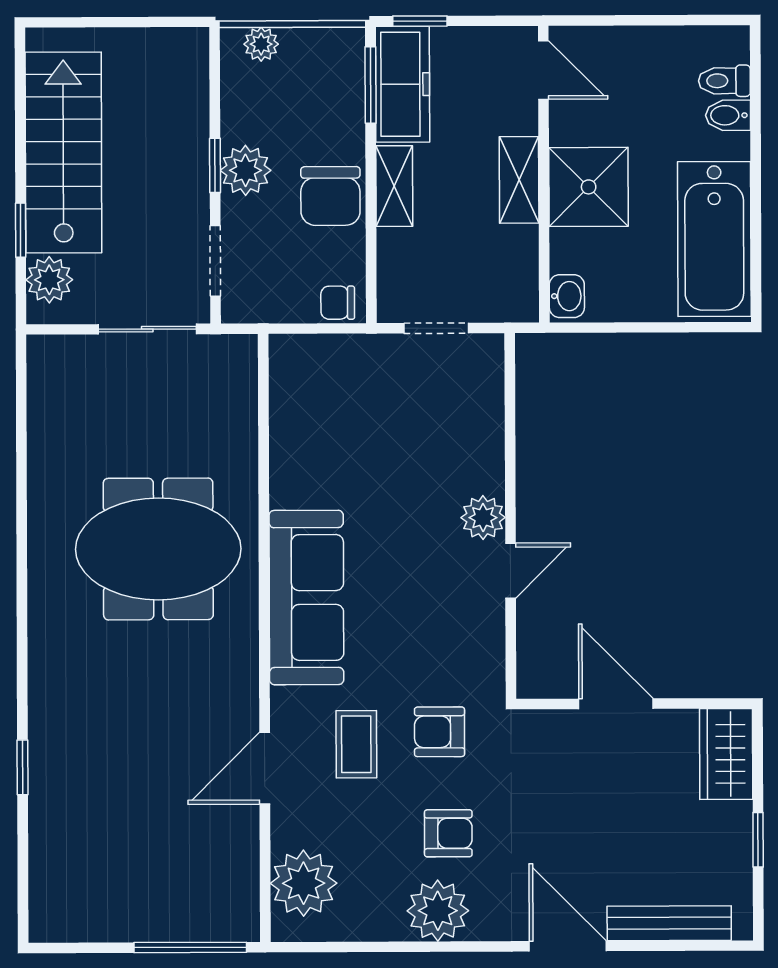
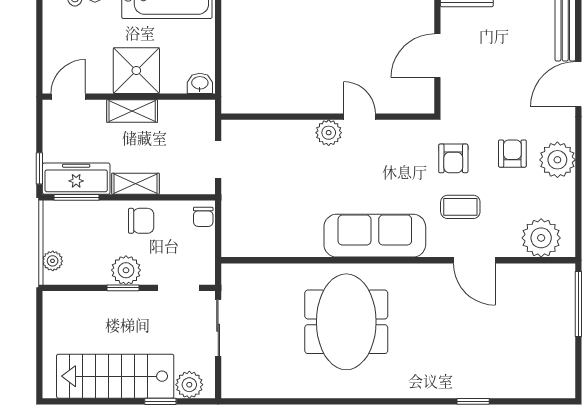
chair: (330, 196) -> (141, 221), width x0.73, depth x0.73

